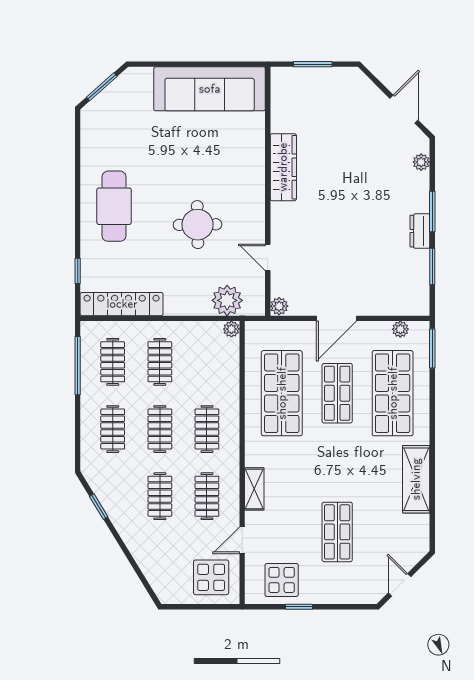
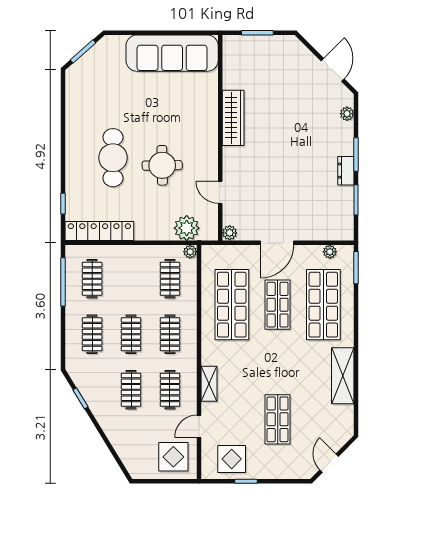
cafe table: (114, 206) -> (113, 158), moved
clothes rail: (160, 362) -> (170, 279), moved

